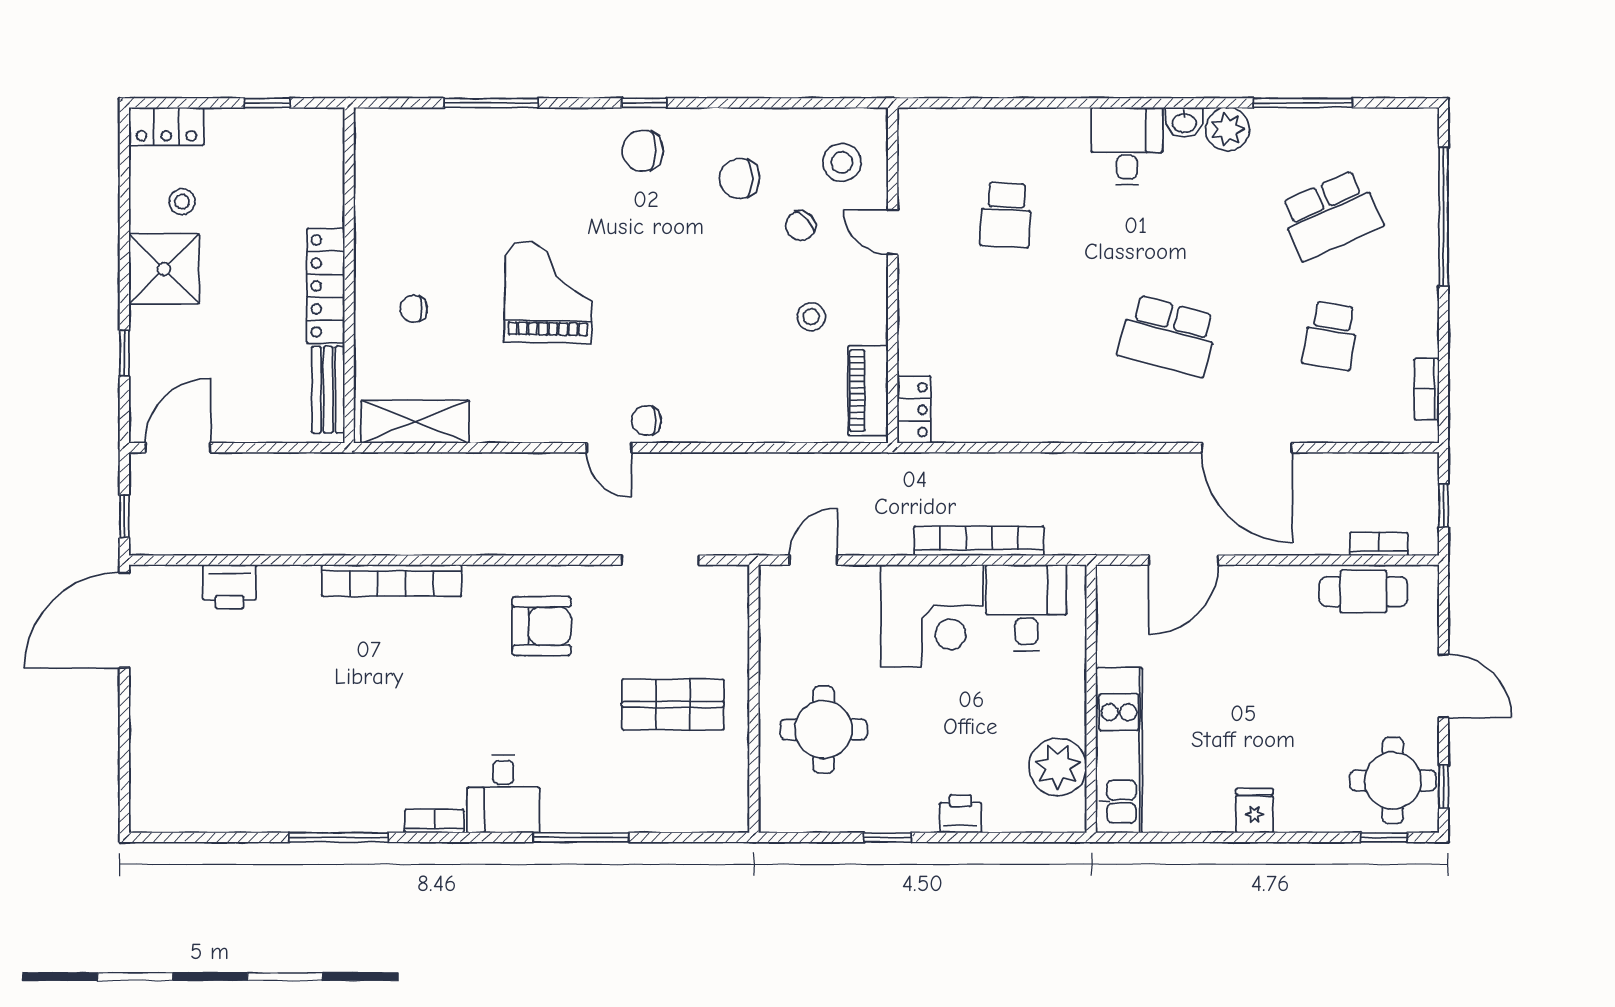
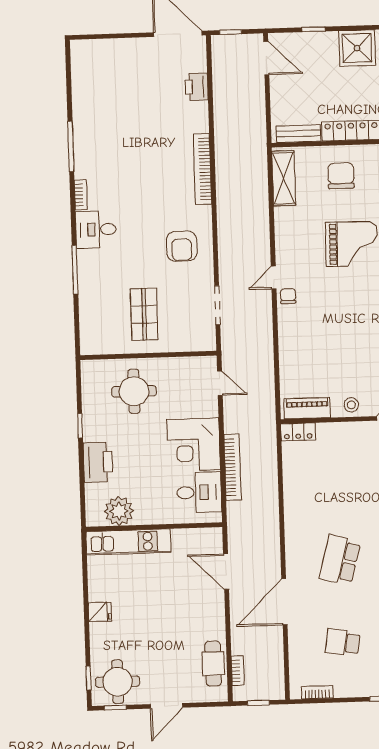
chair: (414, 309) -> (341, 176), width x1.87, depth x1.87
stool: (811, 317) -> (351, 405), moved
printer: (960, 814) -> (98, 462), width x1.87, depth x1.48

